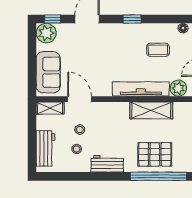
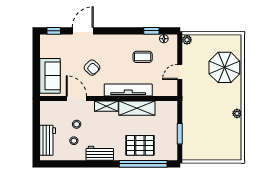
window: (132, 19) -> (151, 31), moved
plant: (46, 33) -> (48, 43), removed
armchair: (98, 62) -> (92, 68), added
plant: (178, 88) -> (160, 89), removed
shelving: (50, 108) -> (106, 106), moved

